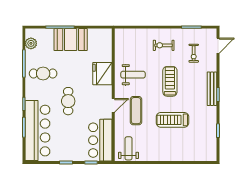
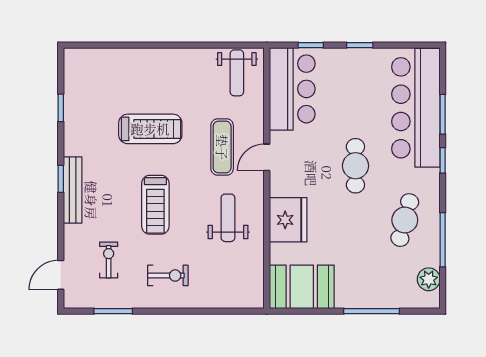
booth: (71, 40) -> (302, 287), moved
cafe table: (43, 74) -> (405, 220), turned -75
weight bench: (133, 75) -> (228, 218), turned 90

